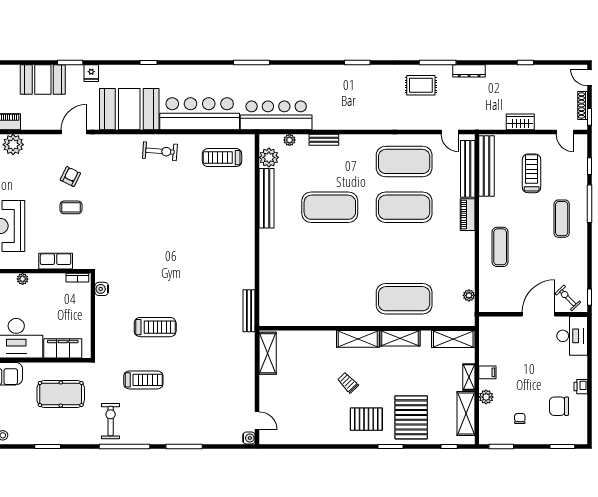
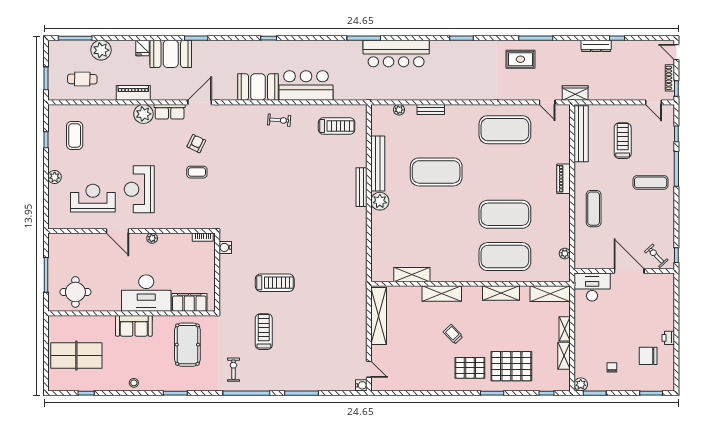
dresser: (469, 71) -> (596, 46), moved
fridge: (91, 73) -> (143, 48), moved
booth: (129, 109) -> (258, 87), width x0.73, depth x0.70
bar counter: (200, 114) -> (306, 86), width x0.73
bar counter: (276, 115) -> (396, 53), moved, turned 180
wardrobe: (520, 122) -> (575, 93), moved
exercise bike: (160, 151) -> (279, 120), width x0.73, depth x0.72
plant: (269, 157) -> (380, 201), moved
treadmill: (222, 158) -> (337, 126), turned 180
bench: (468, 169) -> (564, 136), removed
exercise mat: (404, 207) -> (505, 214), moved
exercise mat: (562, 219) -> (651, 182), turned 90
row of seats: (56, 261) -> (170, 112), moved, turned 180
bench: (249, 311) -> (362, 187), moved
door: (539, 314) -> (629, 271), hinge flipped
shelving: (304, 318) -> (412, 275), added
desk: (572, 336) -> (592, 287), moved, turned -90
shelving: (358, 339) -> (442, 294), moved
shelving: (268, 353) -> (379, 316), width x1.47
filing cabinet: (487, 372) -> (582, 325), removed
treadmill: (143, 380) -> (264, 332), turned -90
pool table: (61, 394) -> (187, 345), turned 90
plant: (486, 397) -> (581, 384), moved
shelving: (466, 413) -> (564, 356), width x0.67, depth x0.75
pallet: (411, 417) -> (511, 366), turned 90
exercise bike: (111, 421) -> (233, 370), width x0.73, depth x0.72

